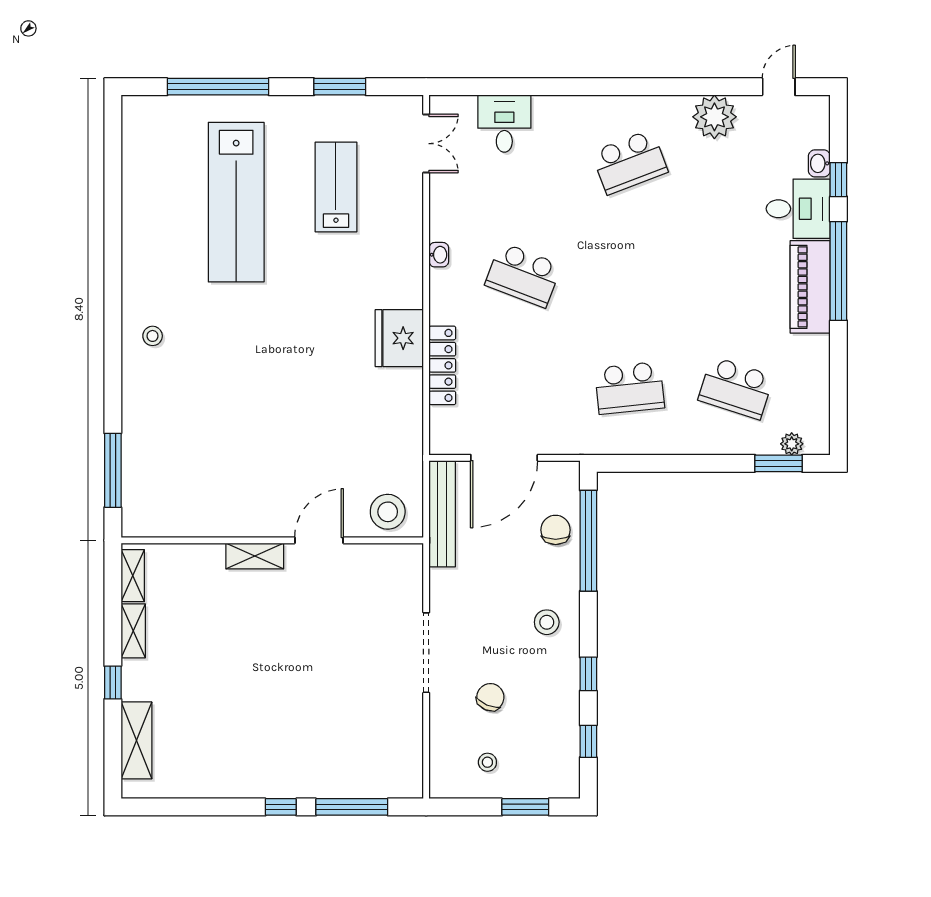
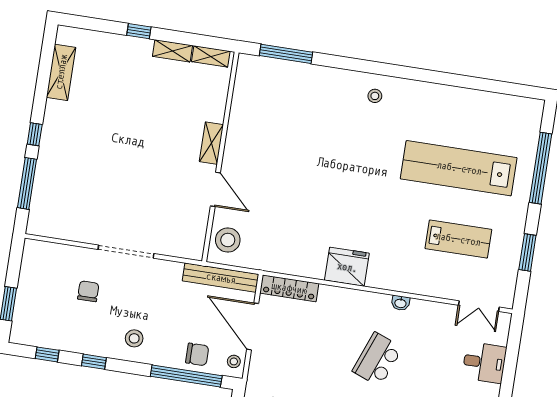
locker: (442, 365) -> (289, 288), moved
chair: (490, 697) -> (88, 291), turned -113
shelving: (136, 740) -> (61, 72), moved, turned 90
stool: (487, 762) -> (234, 361), moved

